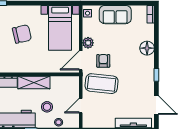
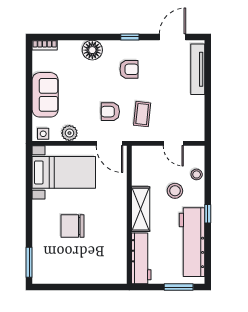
chair: (22, 34) -> (72, 226), turned -77
plant: (88, 43) -> (69, 133), moved
armchair: (133, 74) -> (129, 69), added
coffee table: (102, 84) -> (142, 114), width x0.54, depth x0.58

